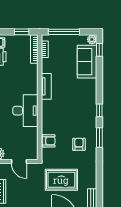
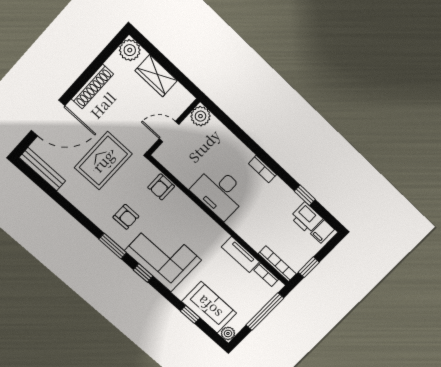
window: (99, 50) -> (190, 315), moved
tv unit: (46, 86) -> (240, 254), moved
corner sofa: (82, 109) -> (163, 255), added

